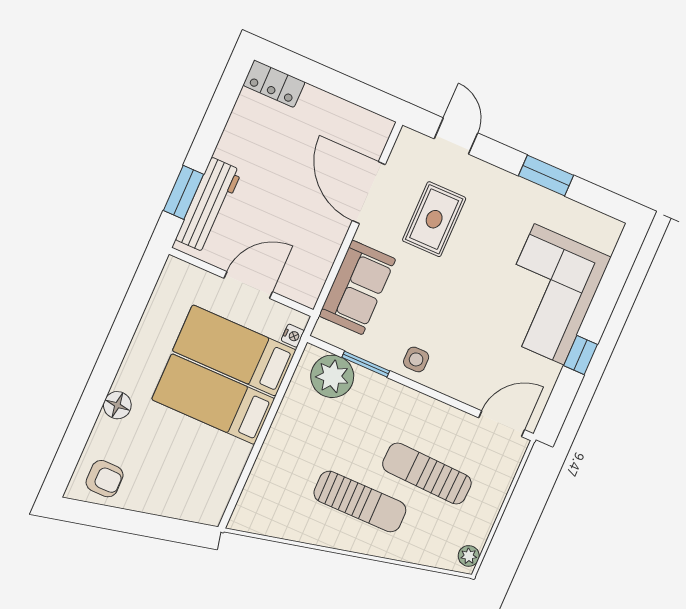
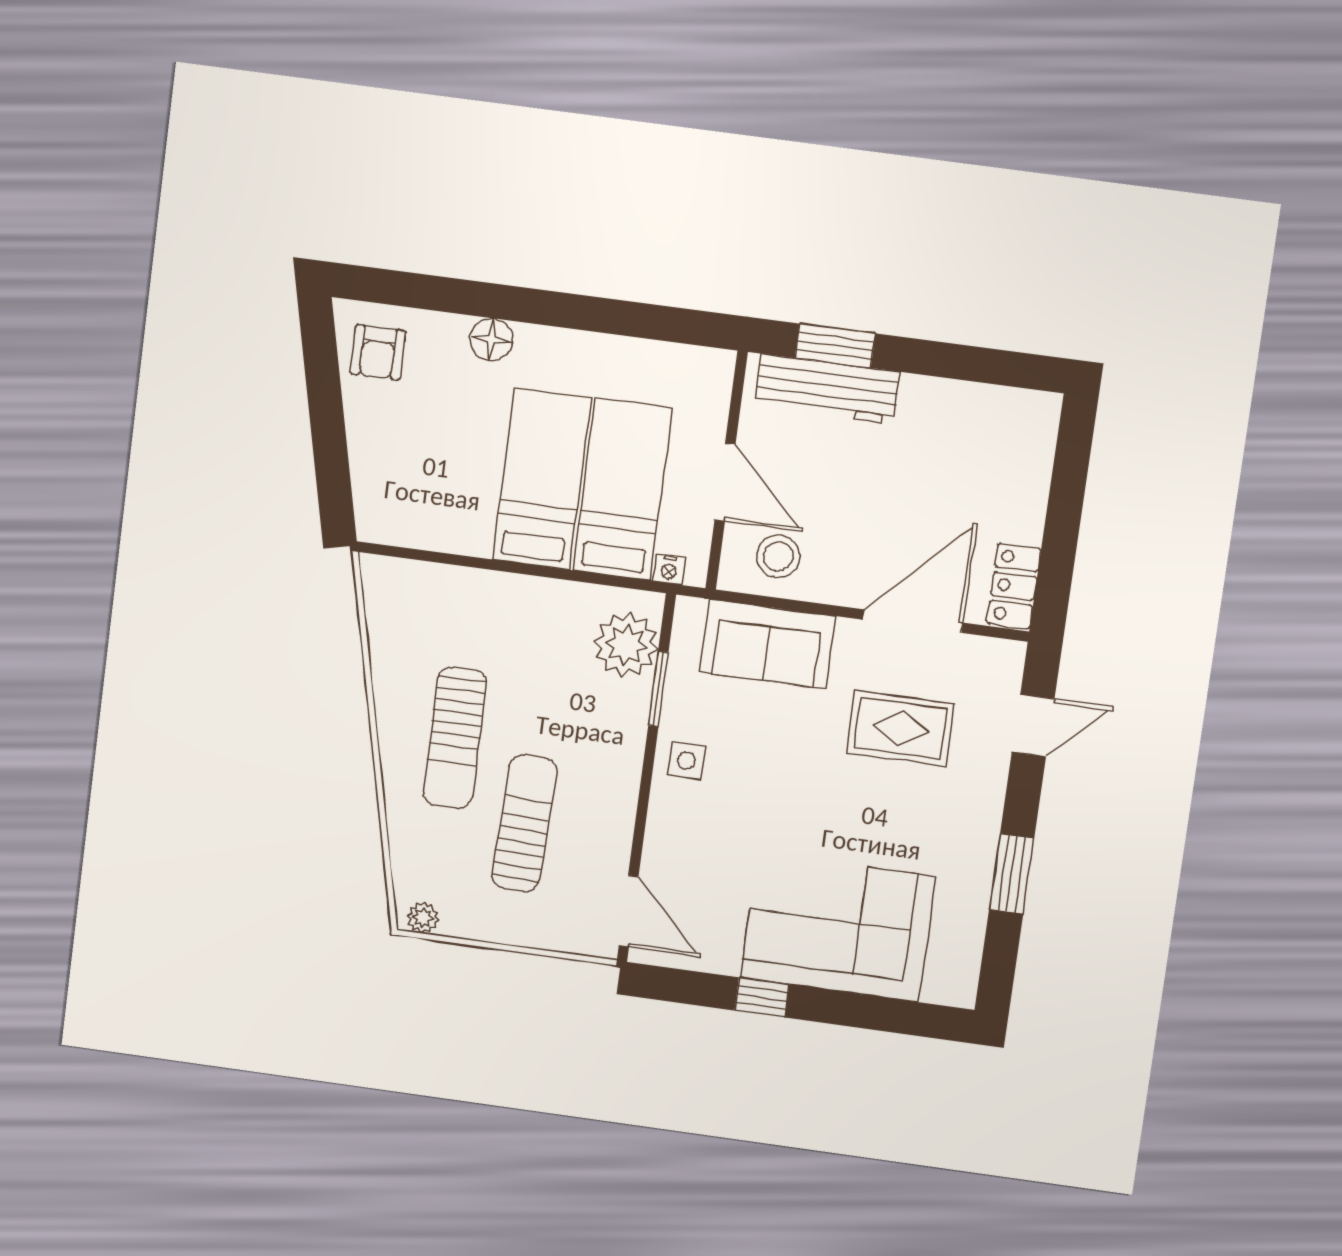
locker: (274, 84) -> (1014, 586), moved
stool: (304, 265) -> (778, 556), added

